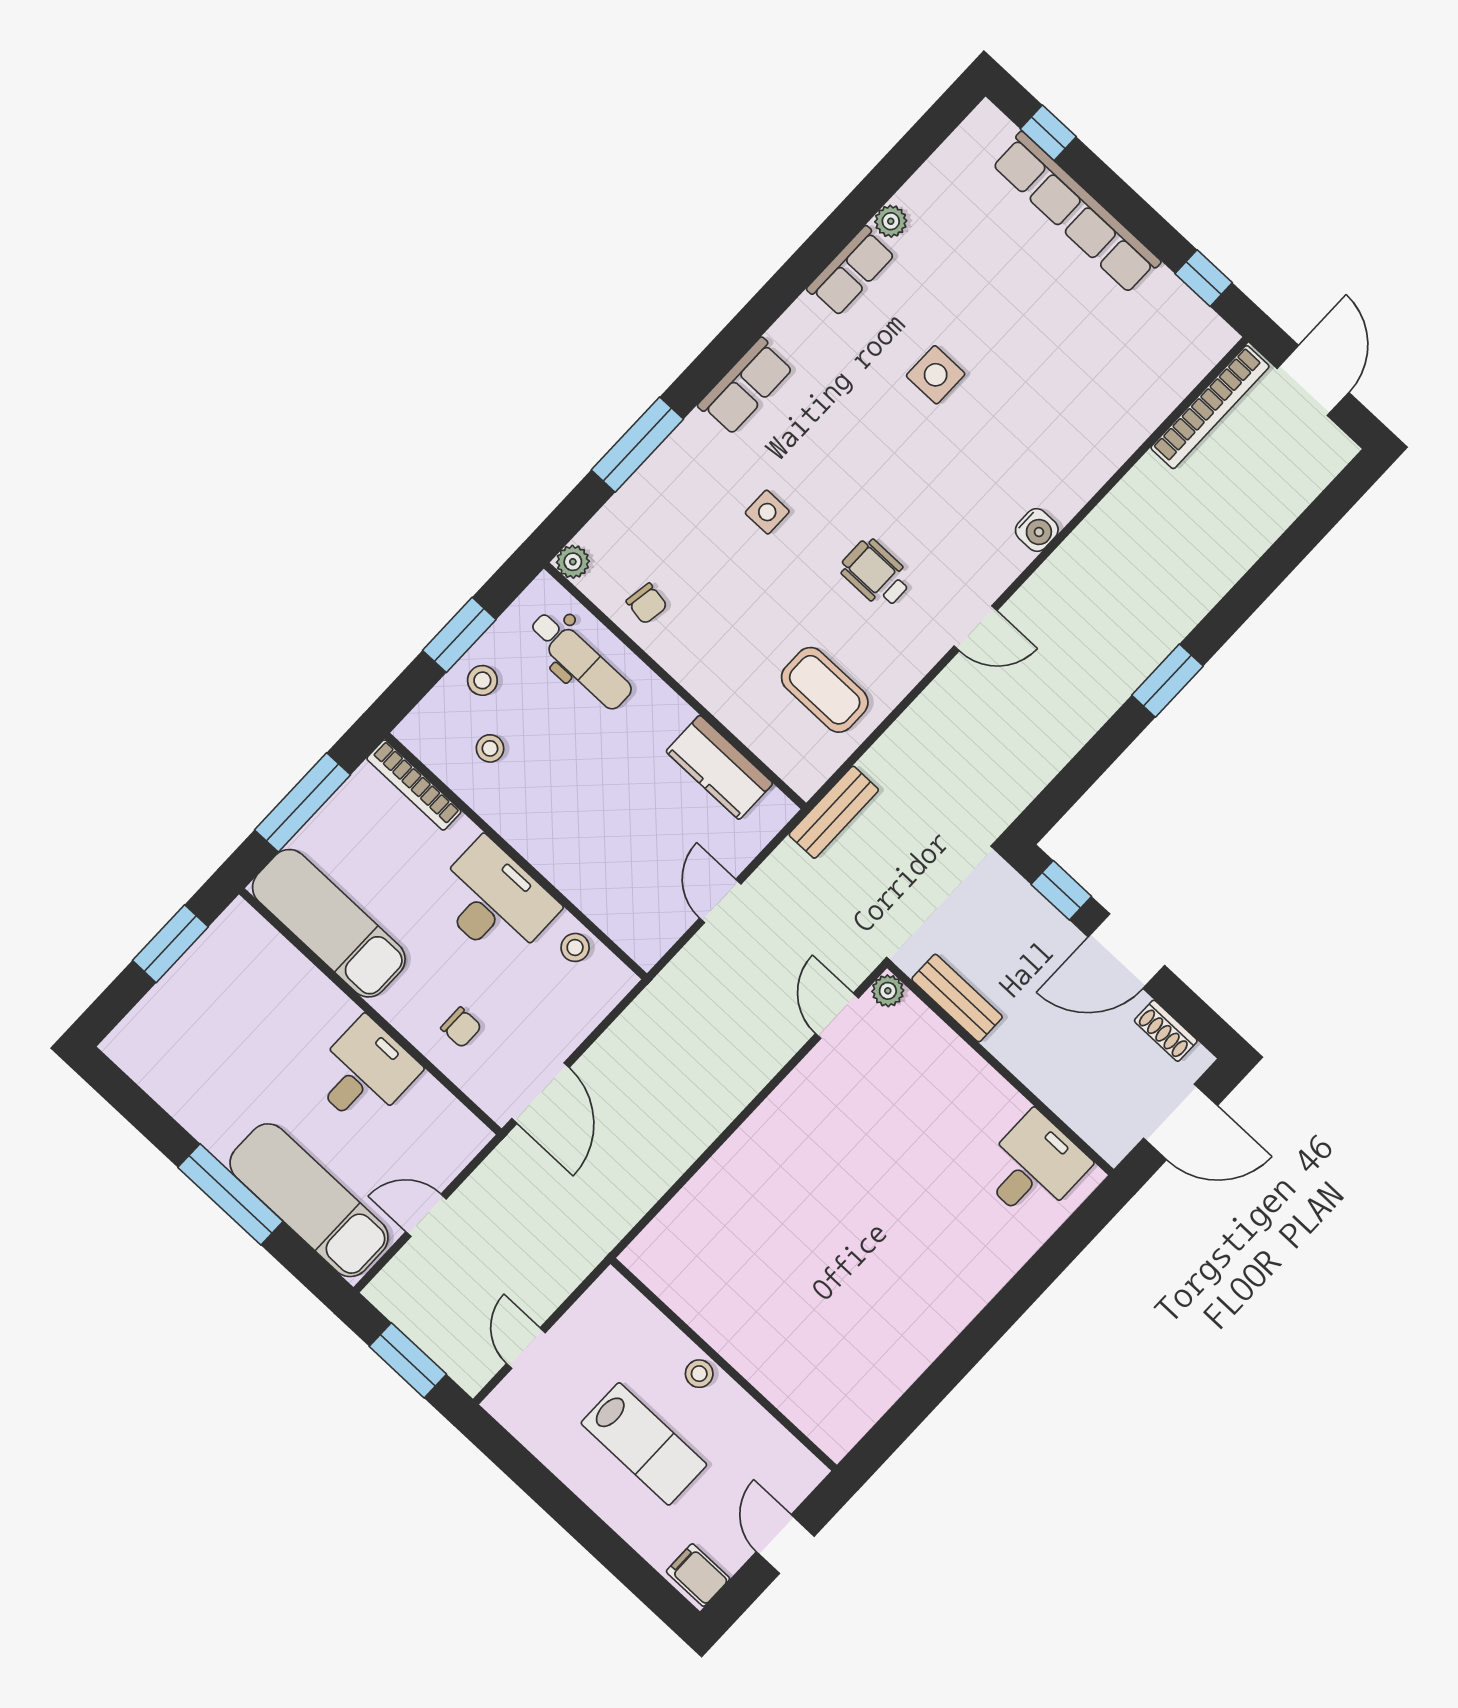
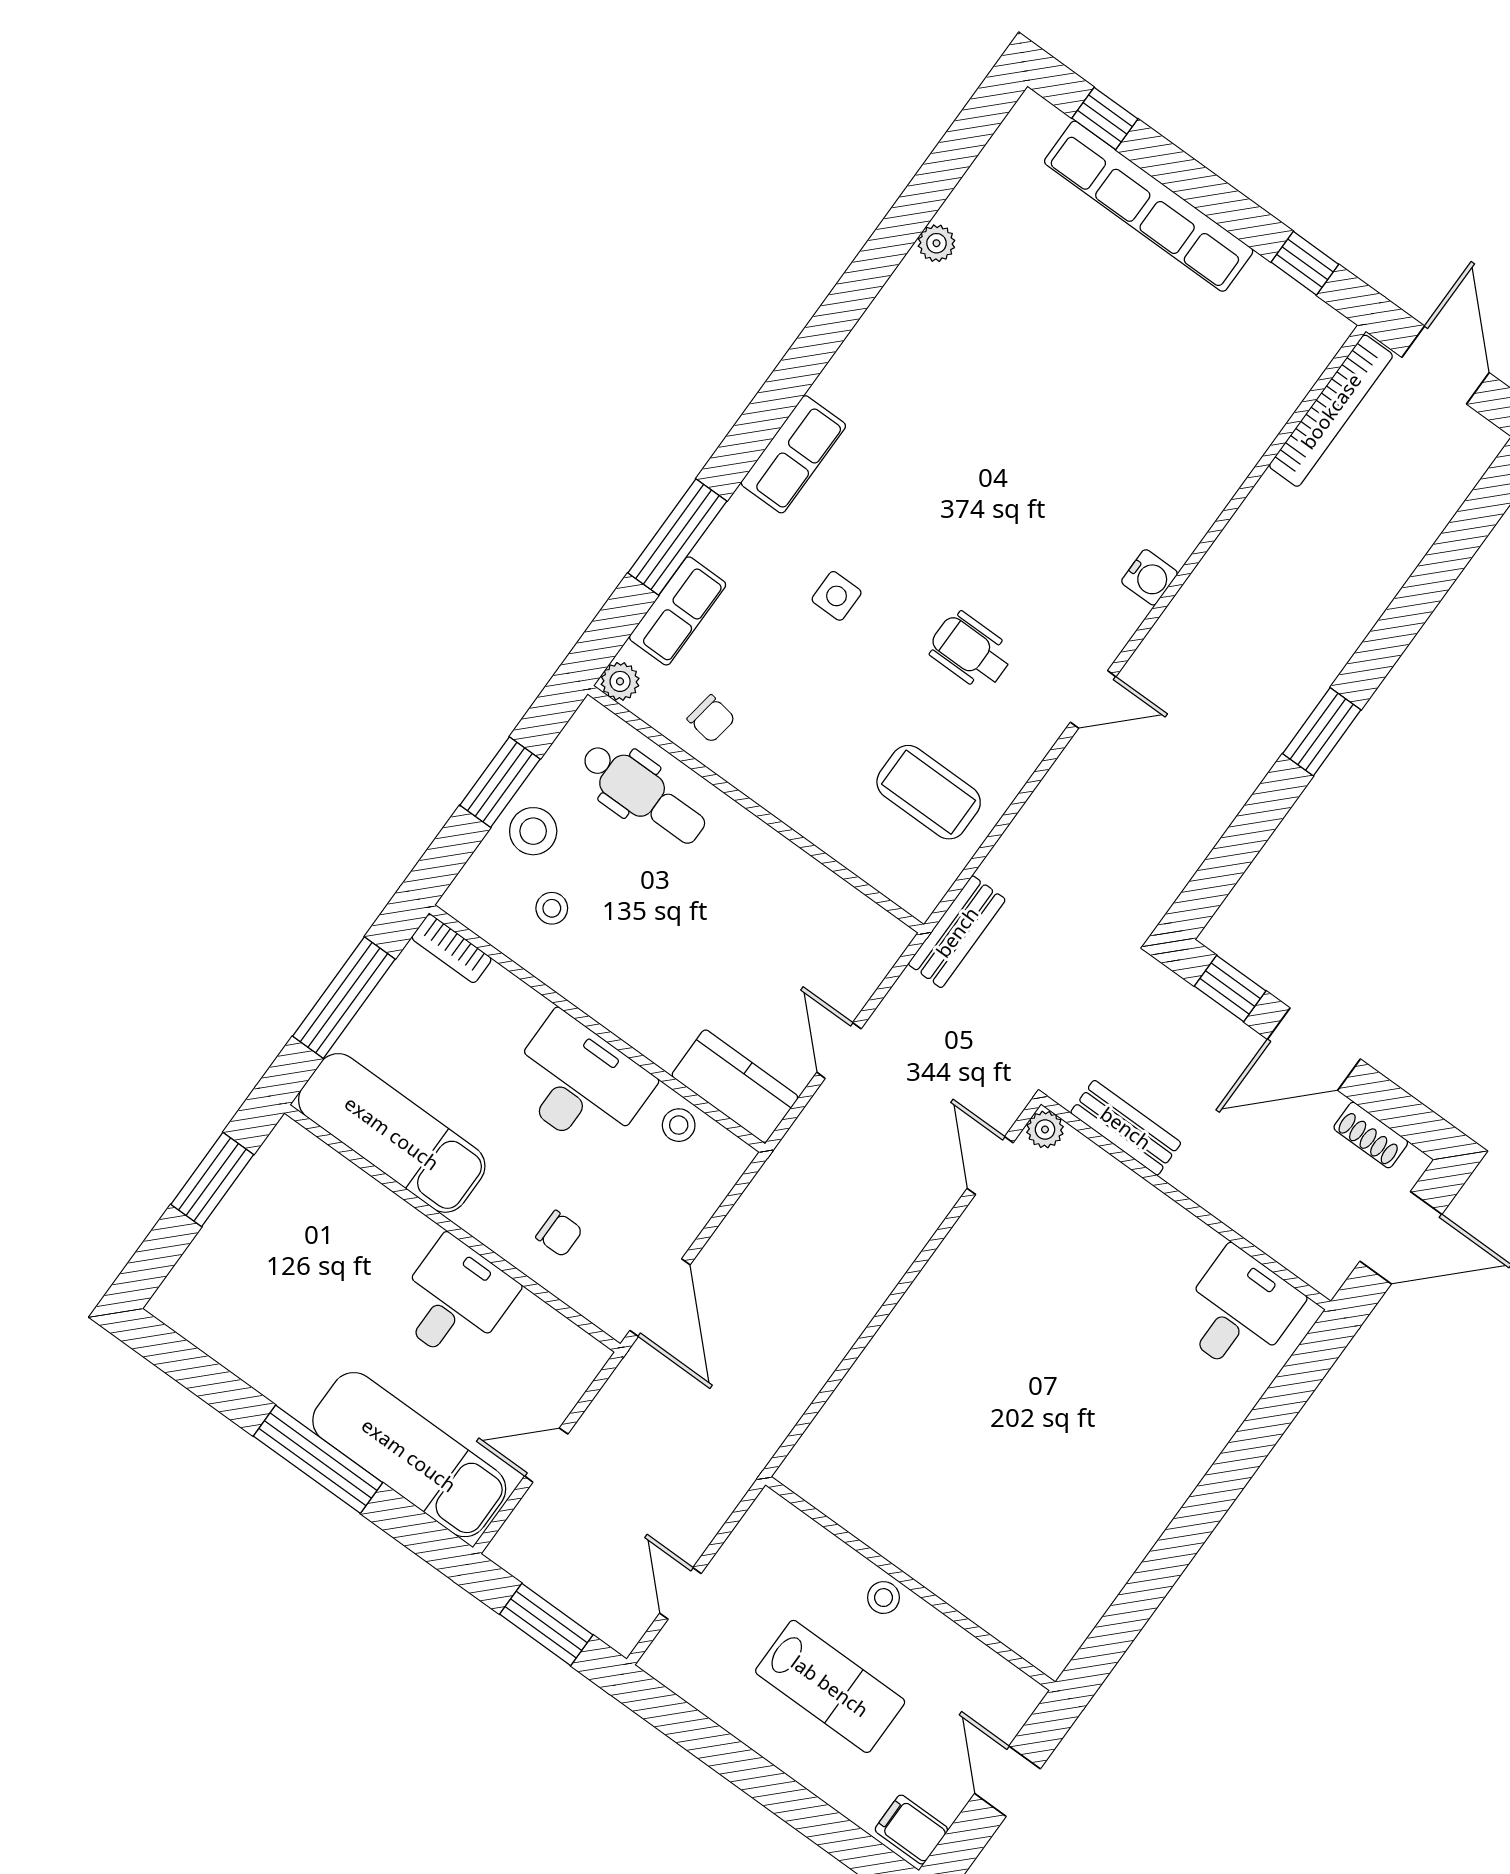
row of seats: (851, 271) -> (678, 611), moved
side table: (936, 375) -> (1010, 413), removed
stool: (482, 680) -> (533, 831), width x1.37, depth x1.37
kitchen counter: (719, 767) -> (735, 1086), moved, turned 180
bookcase: (414, 785) -> (452, 948), width x0.64

